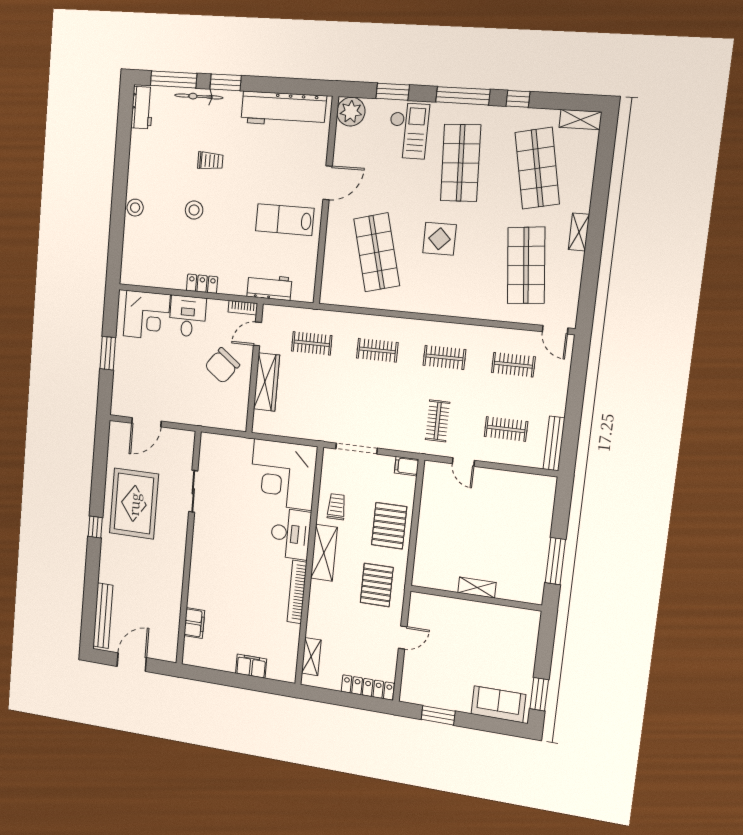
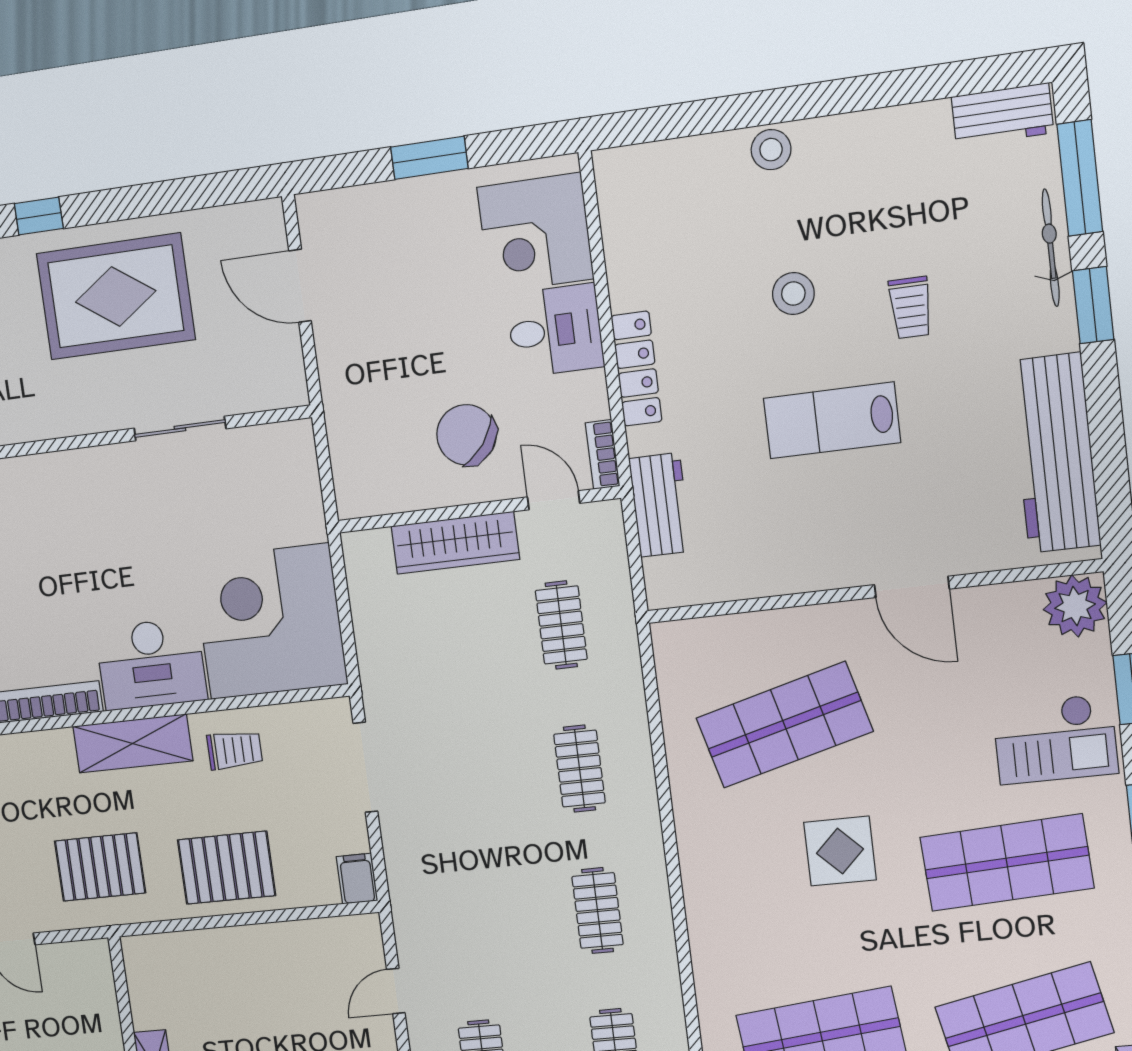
lab bench: (285, 220) -> (832, 420), moved, turned -90
locker: (202, 284) -> (637, 369), width x1.53
clothes rail: (438, 421) -> (465, 923), removed

